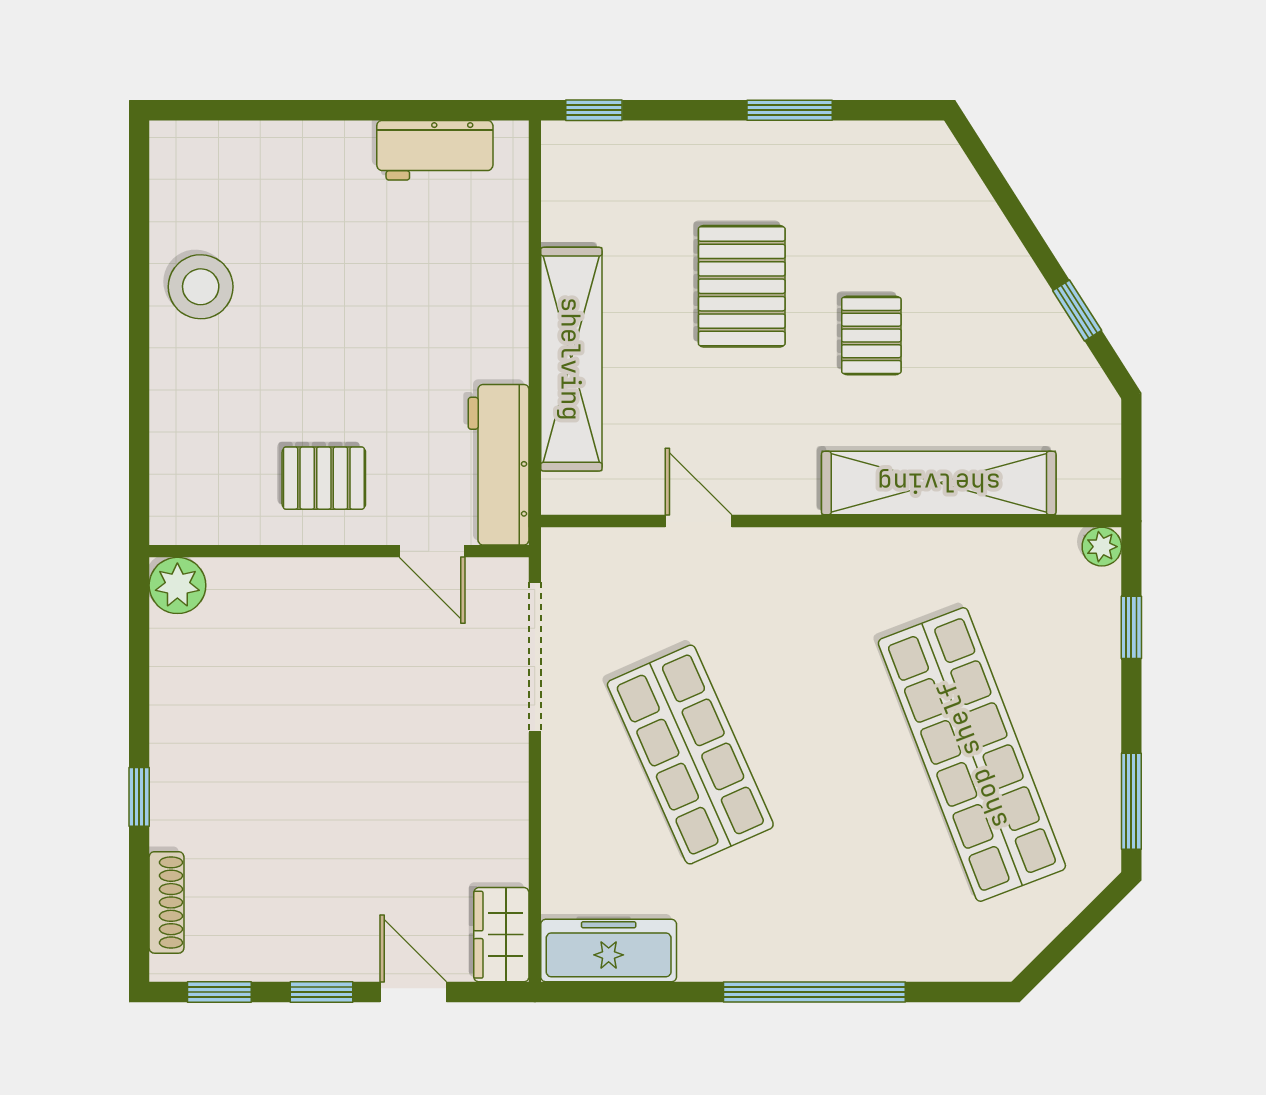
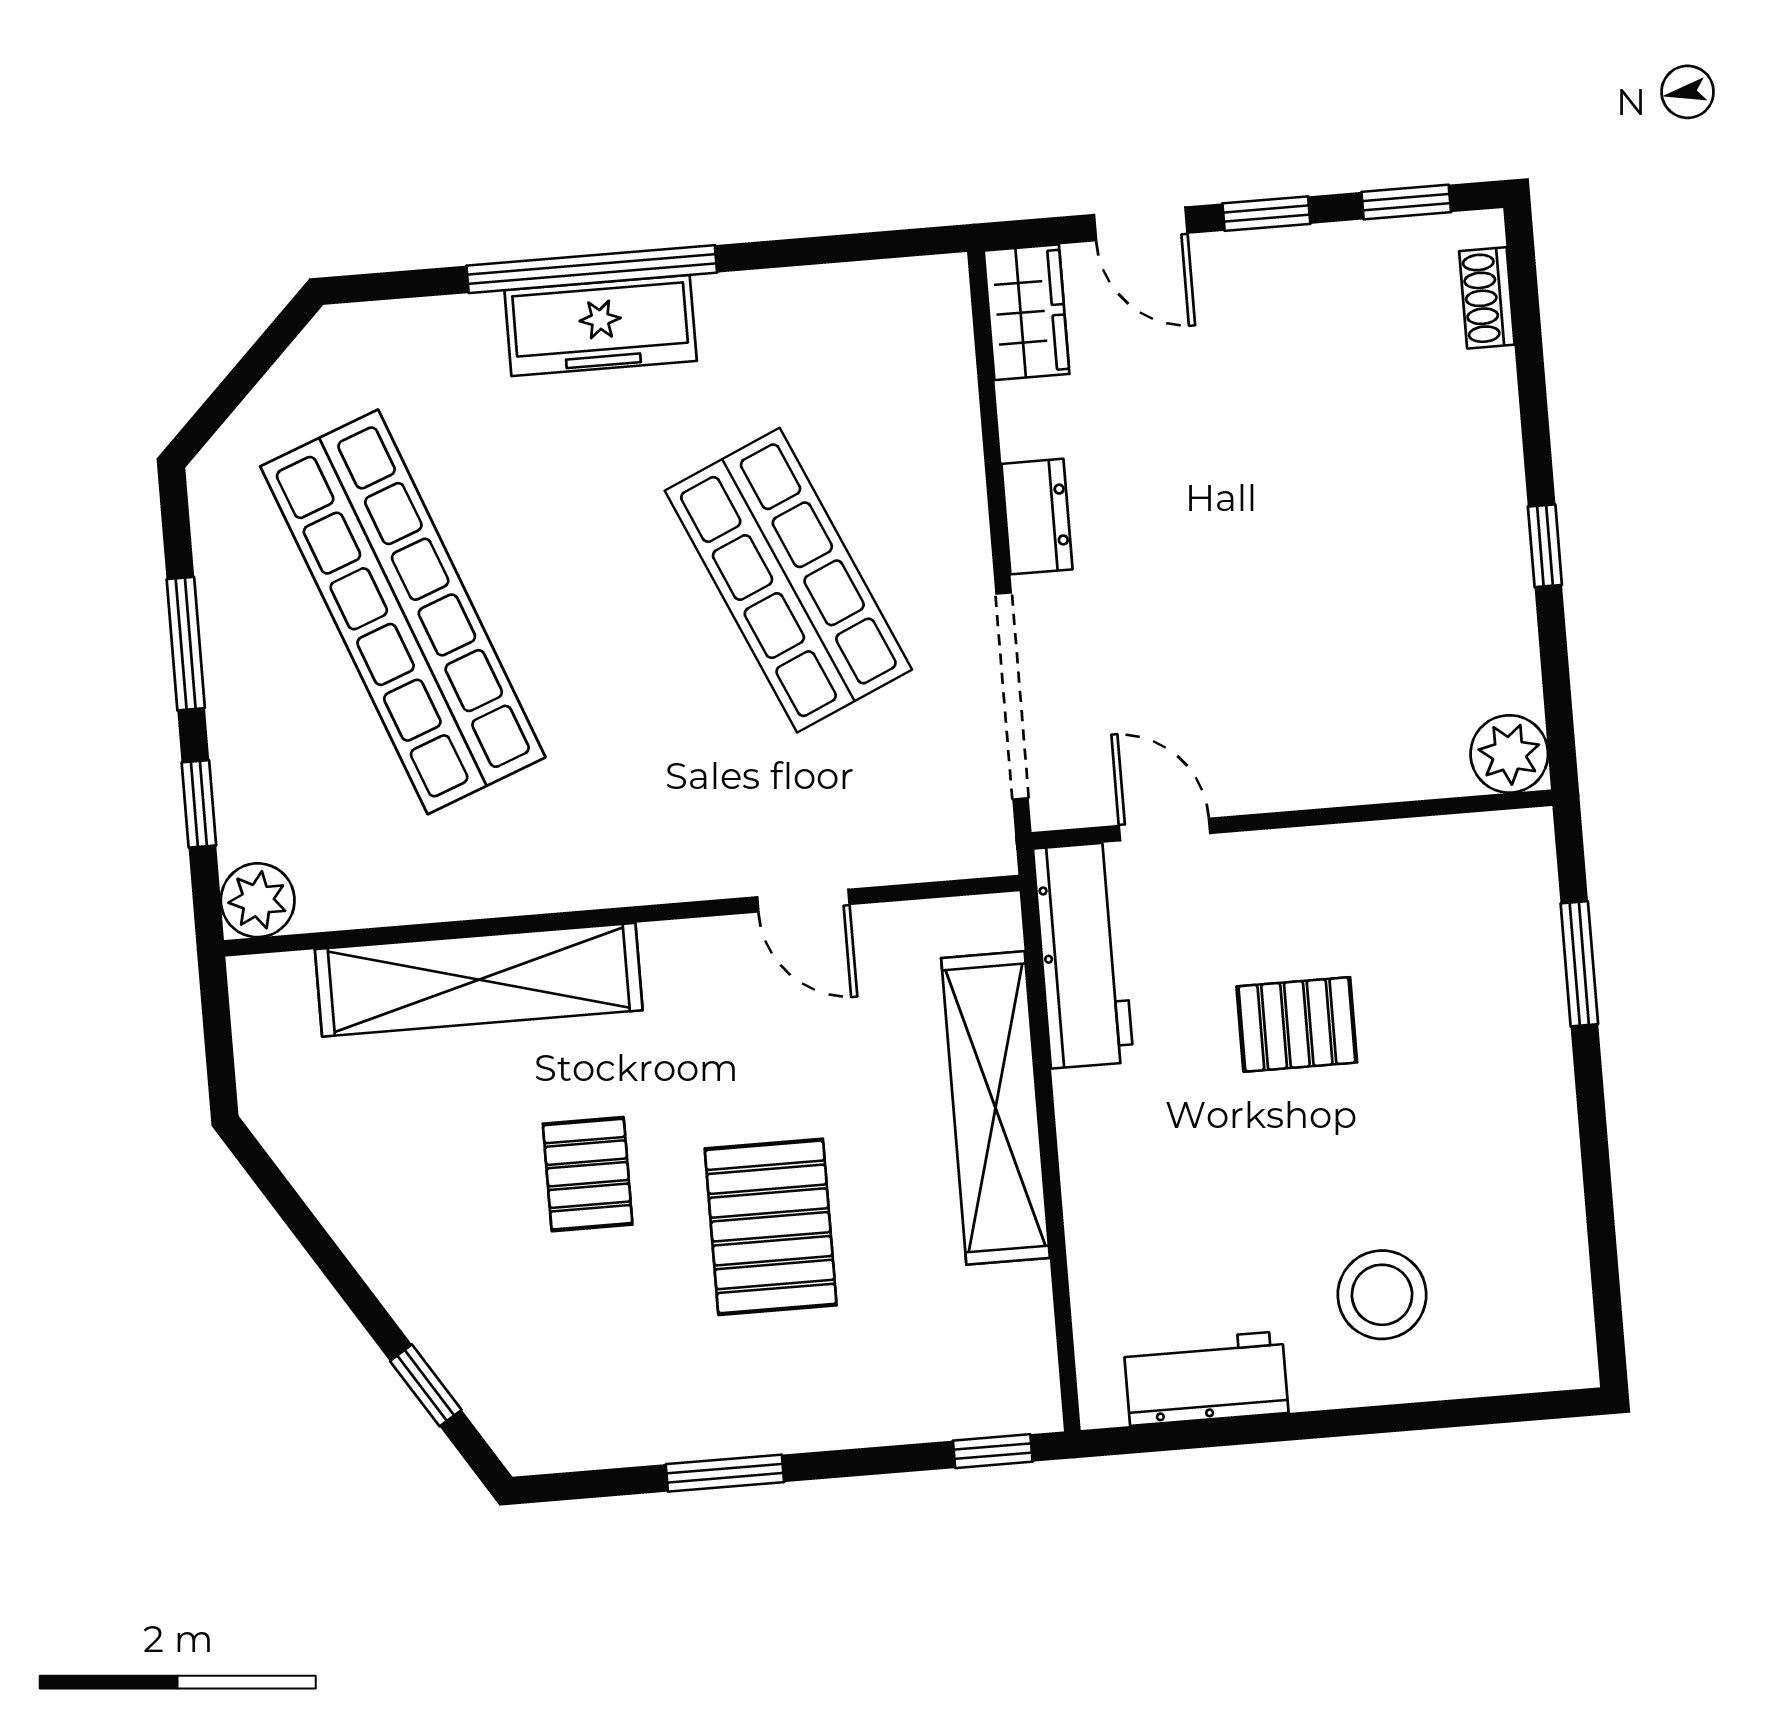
stool: (201, 287) -> (1382, 1295), moved
window: (1077, 311) -> (426, 1385), moved
window: (139, 429) -> (1579, 964), added
pallet: (324, 478) -> (1297, 1024), moved
plant: (1102, 547) -> (258, 900), width x1.38, depth x1.38
dresser: (506, 786) -> (1037, 517), added
window: (139, 797) -> (1545, 546), moved
window: (1131, 801) -> (186, 644), moved
shoe rack: (166, 902) -> (1487, 298), width x0.70
freezer: (609, 951) -> (601, 325), moved

